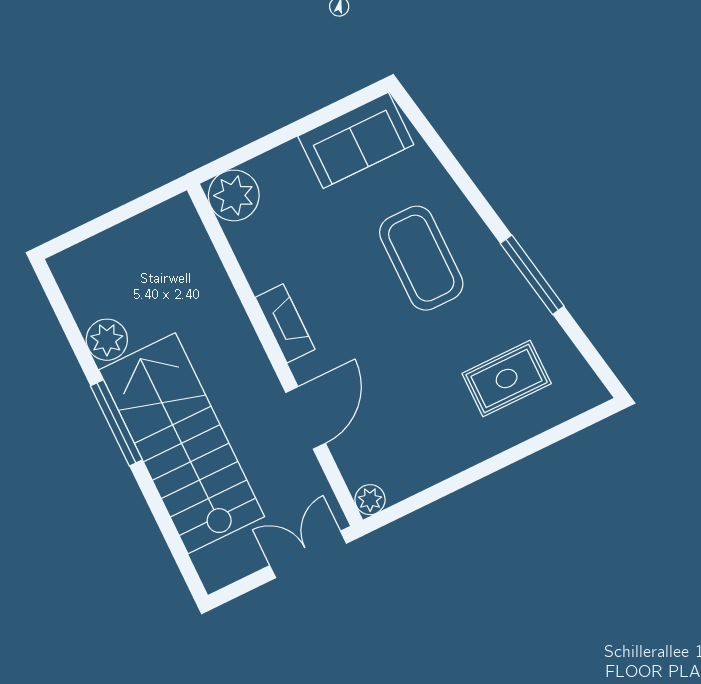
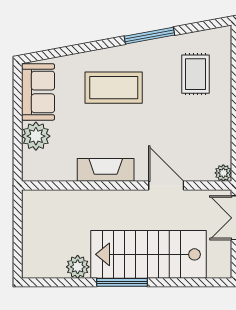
plant: (234, 195) -> (36, 136), moved
fireplace: (285, 323) -> (106, 170), width x1.37, depth x1.32

